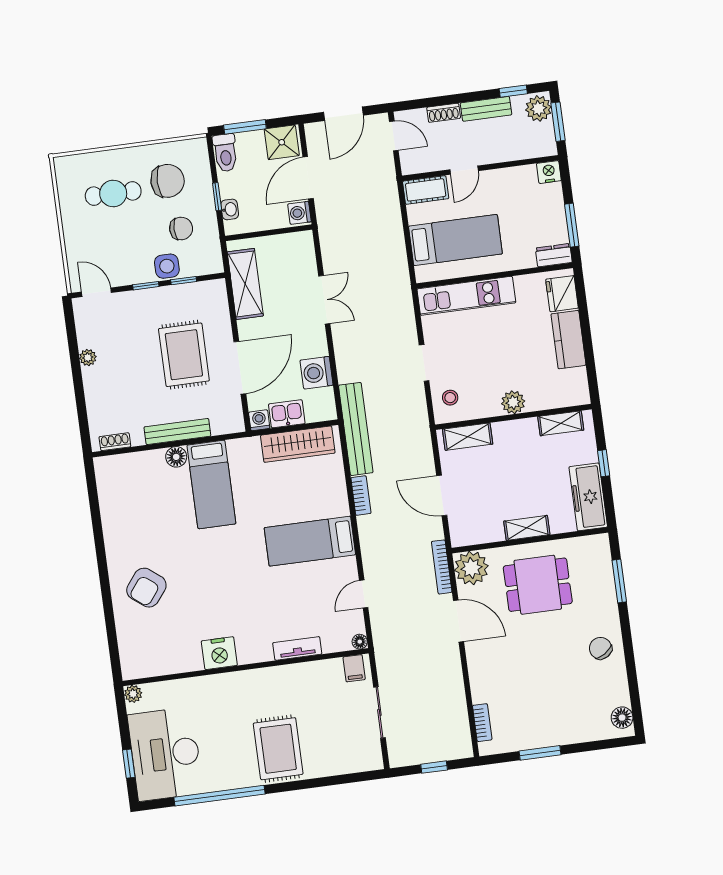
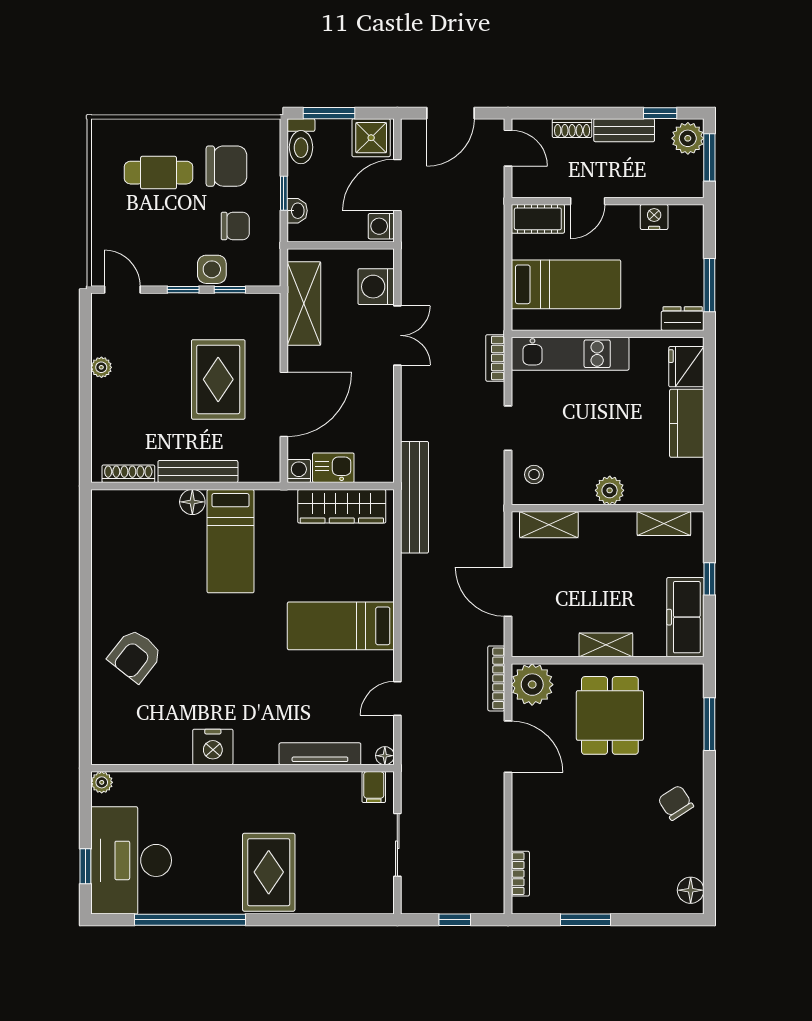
nightstand: (549, 172) -> (654, 217), moved
washing machine: (317, 373) -> (376, 287), moved
shoe rack: (115, 442) -> (128, 474), width x1.43
bookcase: (361, 496) -> (495, 358), moved, turned 180
dining table: (538, 585) -> (610, 715), turned 90
tv unit: (297, 648) -> (320, 754), width x1.41

